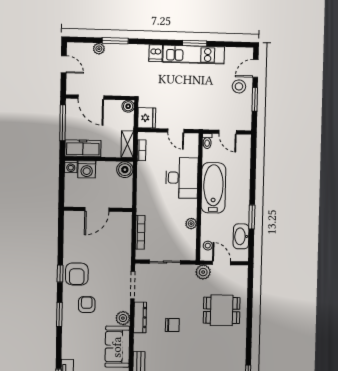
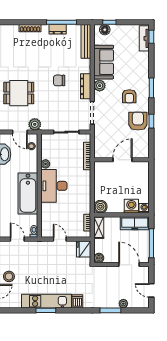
desk: (182, 178) -> (54, 186), moved
door: (97, 209) -> (122, 160), moved
wall: (98, 209) -> (122, 160), moved

